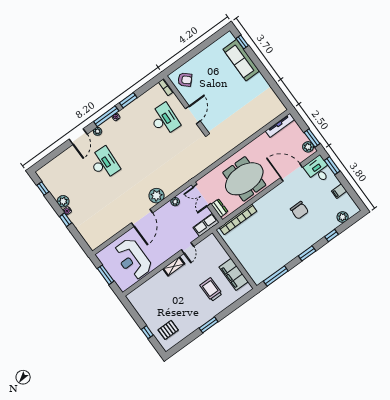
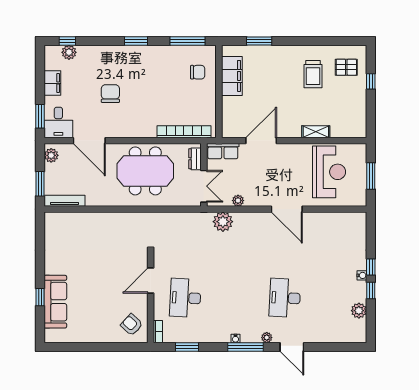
window: (242, 42) -> (40, 297), moved
window: (128, 100) -> (187, 347), moved
door: (78, 137) -> (292, 347), swing flipped
window: (312, 138) -> (40, 184), moved
window: (43, 188) -> (371, 291), moved
filing cabinet: (339, 191) -> (52, 83), width x2.00
plant: (156, 196) -> (223, 222), moved
plant: (63, 201) -> (359, 311), moved
door: (142, 218) -> (287, 209), swing flipped
window: (332, 236) -> (67, 41), moved
door: (187, 248) -> (261, 141), width x1.87
chair: (256, 262) -> (198, 72), added
shelving: (174, 266) -> (316, 132), moved
trolley: (211, 290) -> (313, 74), moved
window: (209, 325) -> (259, 41), moved

